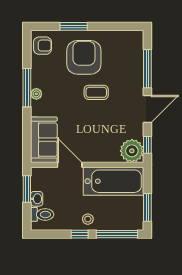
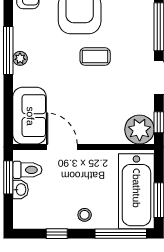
bathtub: (113, 181) -> (136, 191), moved, turned 90
toilet: (42, 214) -> (27, 170), moved
window: (80, 234) -> (57, 234), moved

